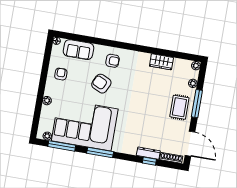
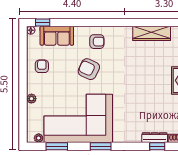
window: (68, 36) -> (43, 22), added
wardrobe: (161, 62) -> (152, 33), width x1.50
window: (62, 146) -> (57, 146), width x0.69
window: (100, 153) -> (101, 146), width x0.69

